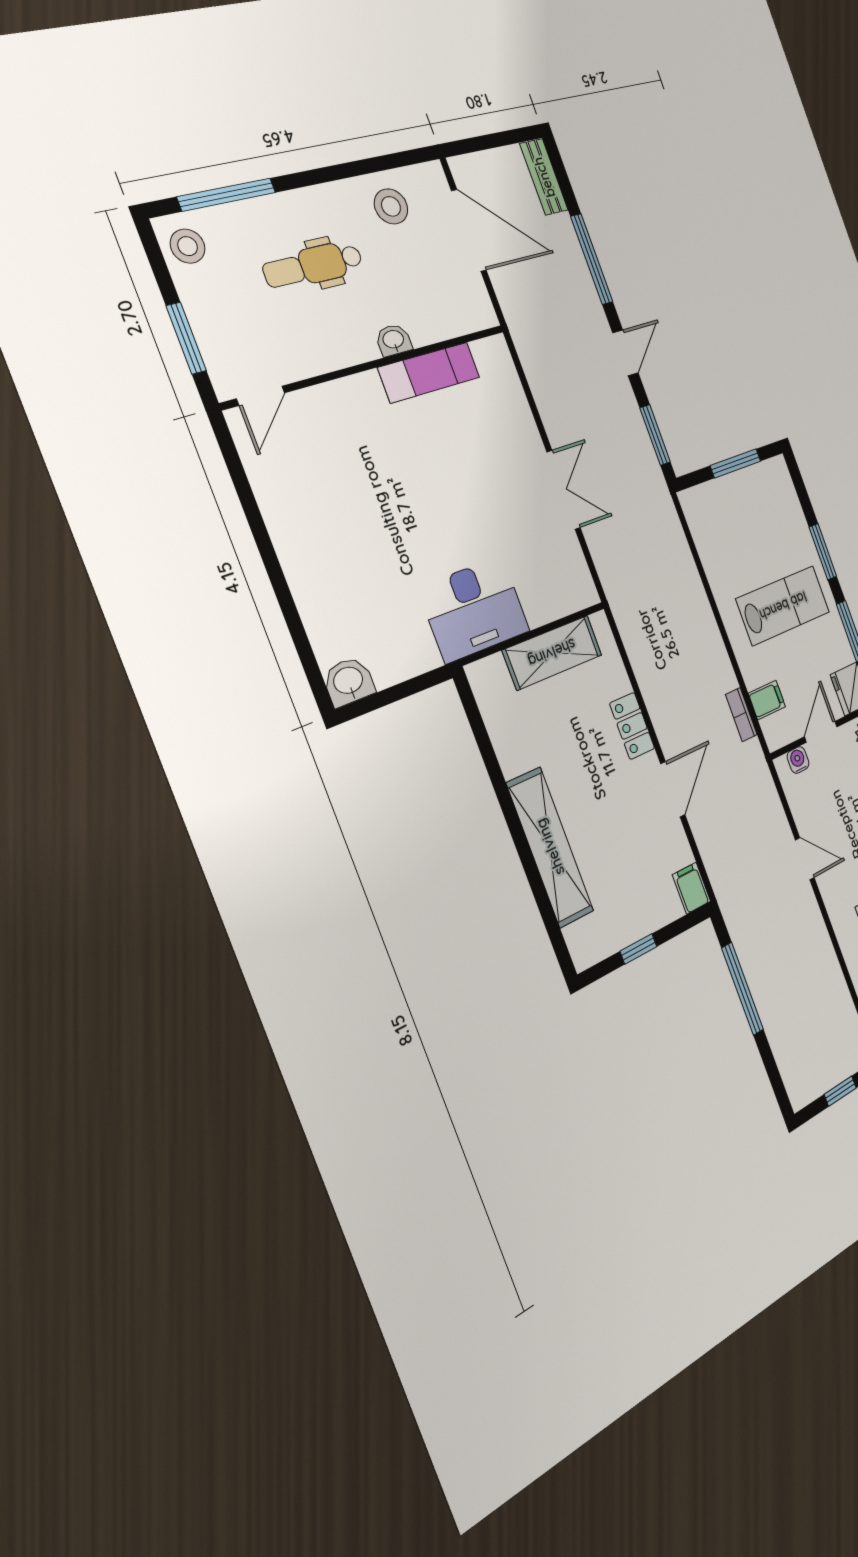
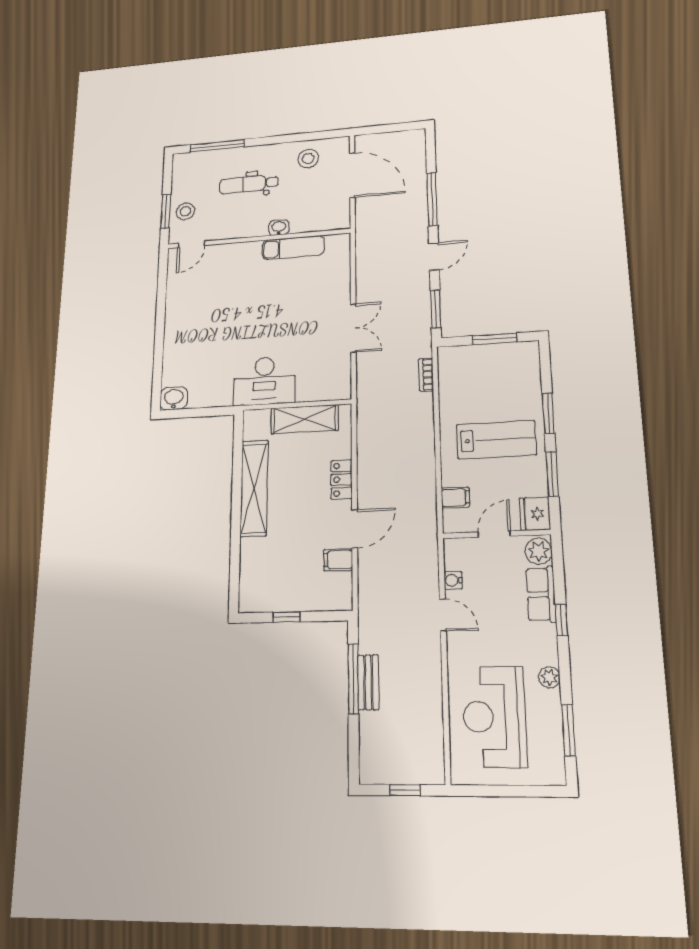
bench: (544, 177) -> (368, 682), moved
stool: (188, 246) -> (185, 211), moved
bookcase: (741, 715) -> (426, 375), moved
water cooler: (798, 760) -> (453, 580), moved, turned -90
shelving: (550, 847) -> (254, 488), moved
filing cabinet: (692, 888) -> (338, 560), moved, turned -90

